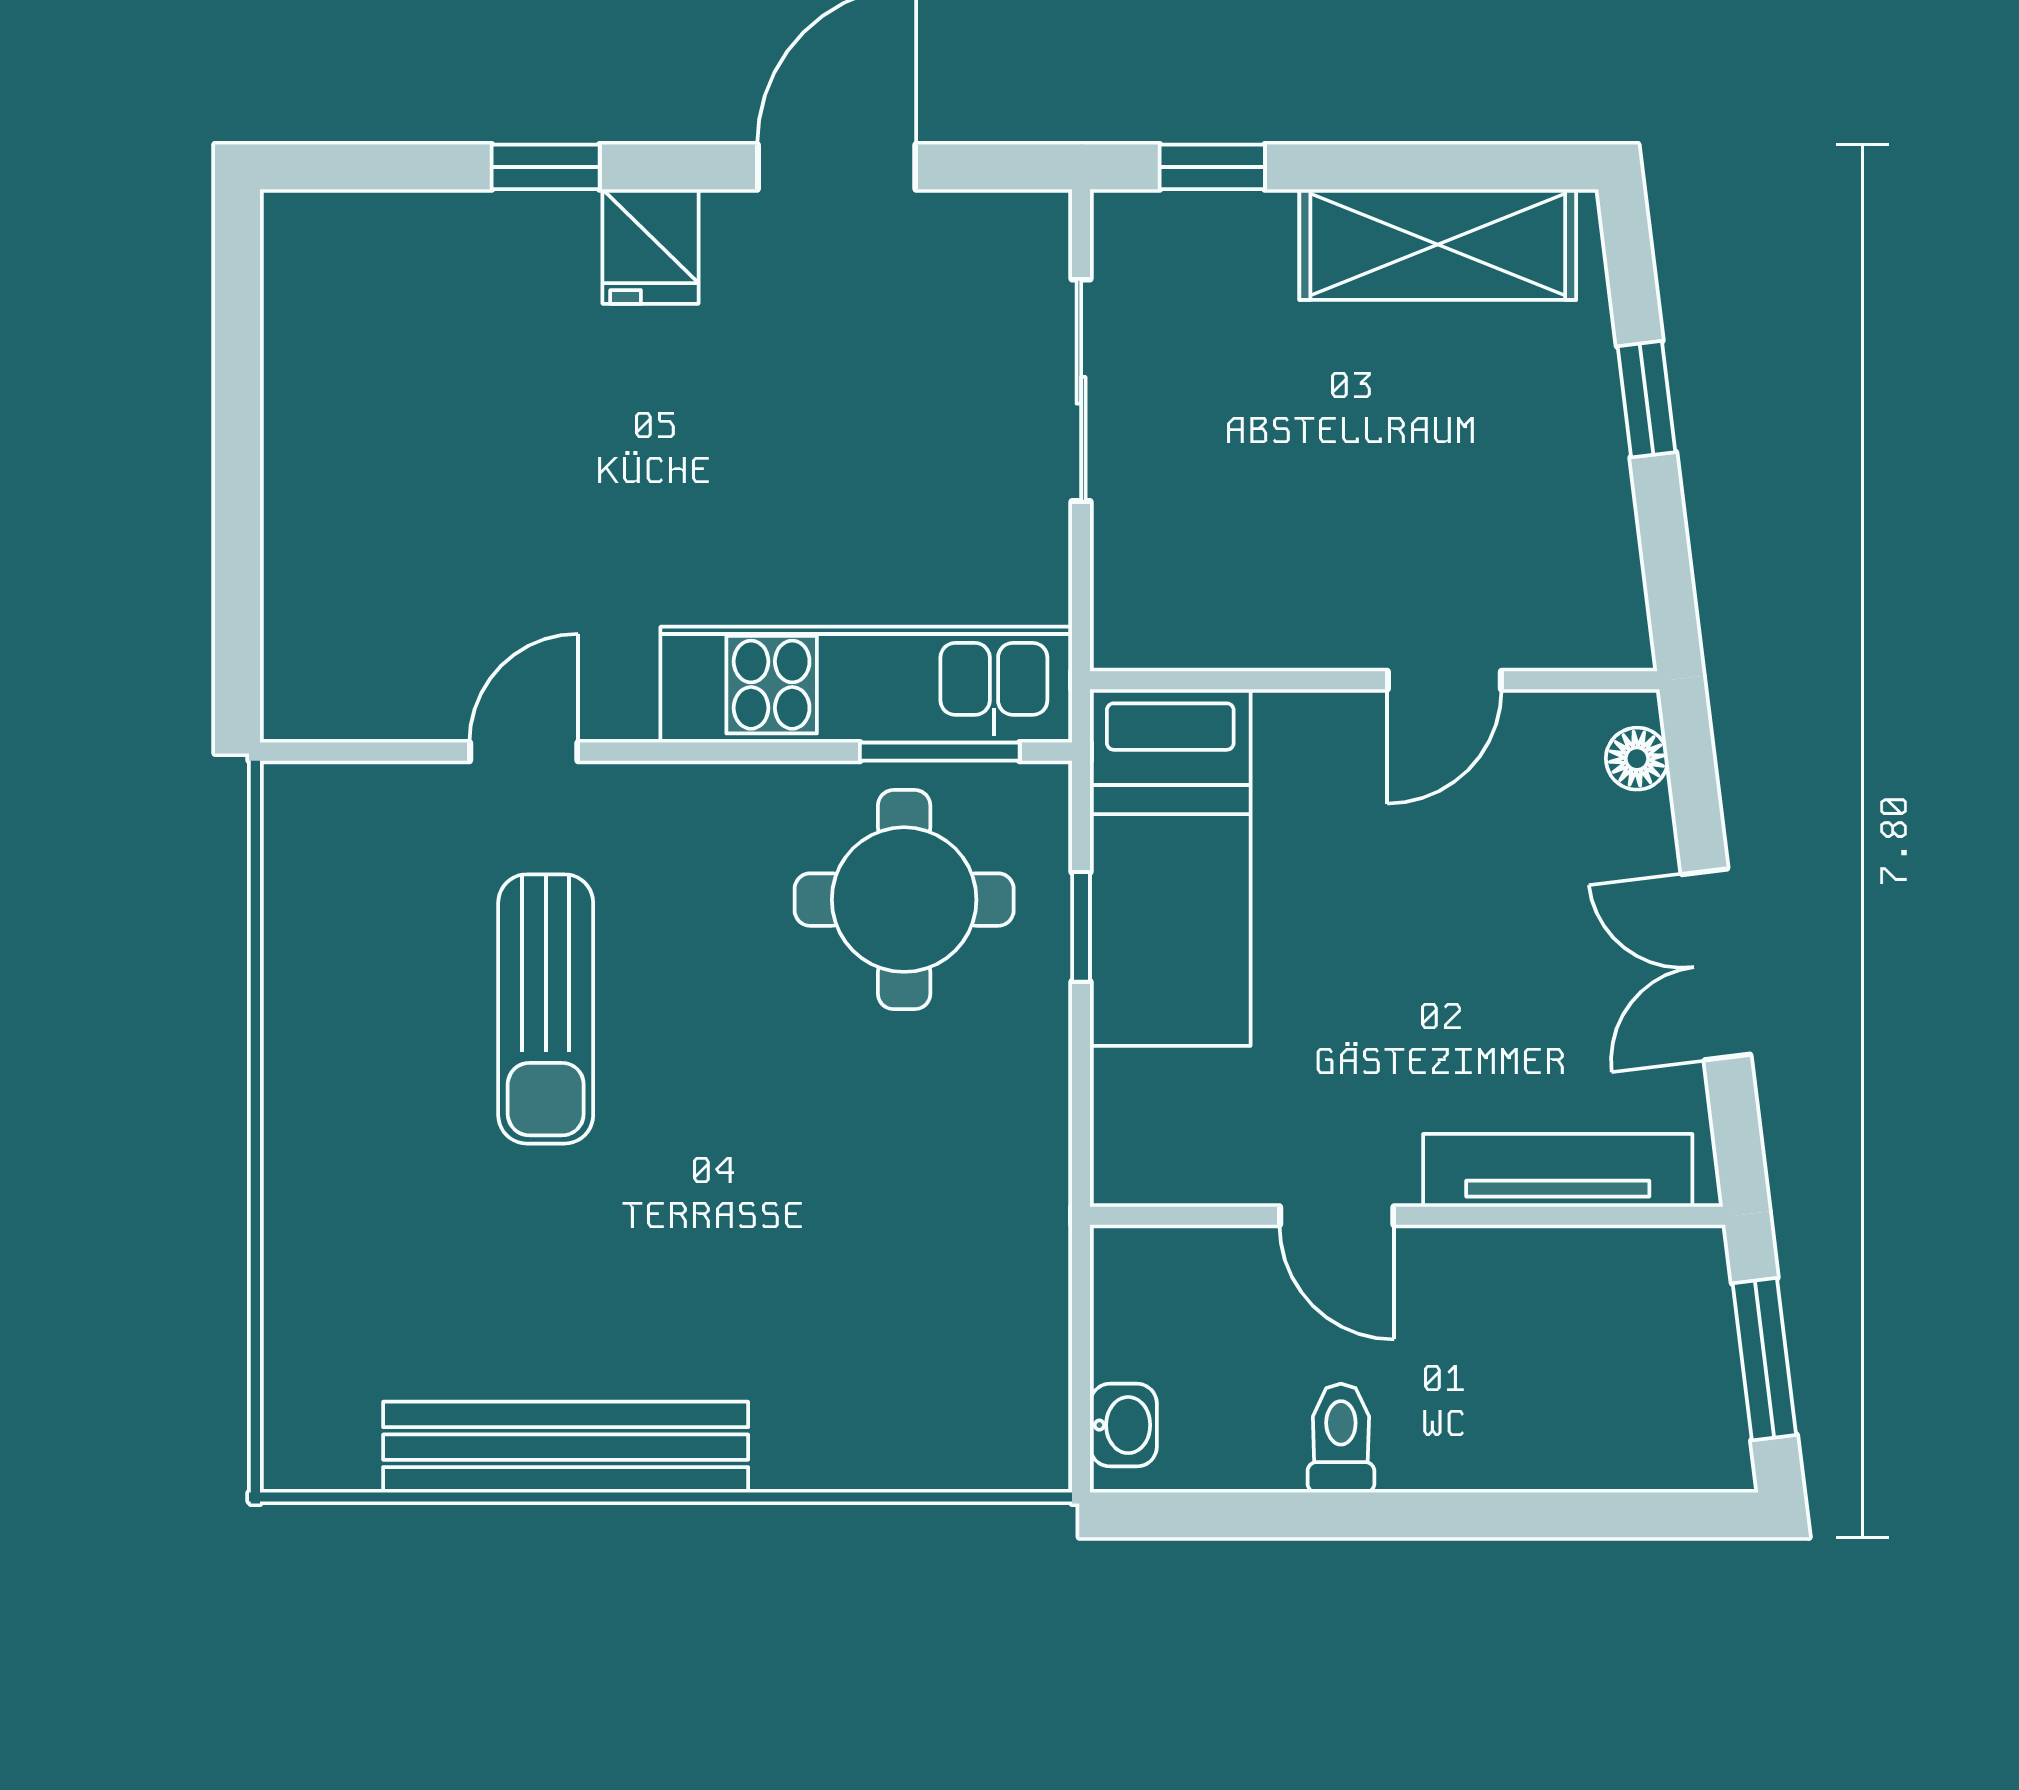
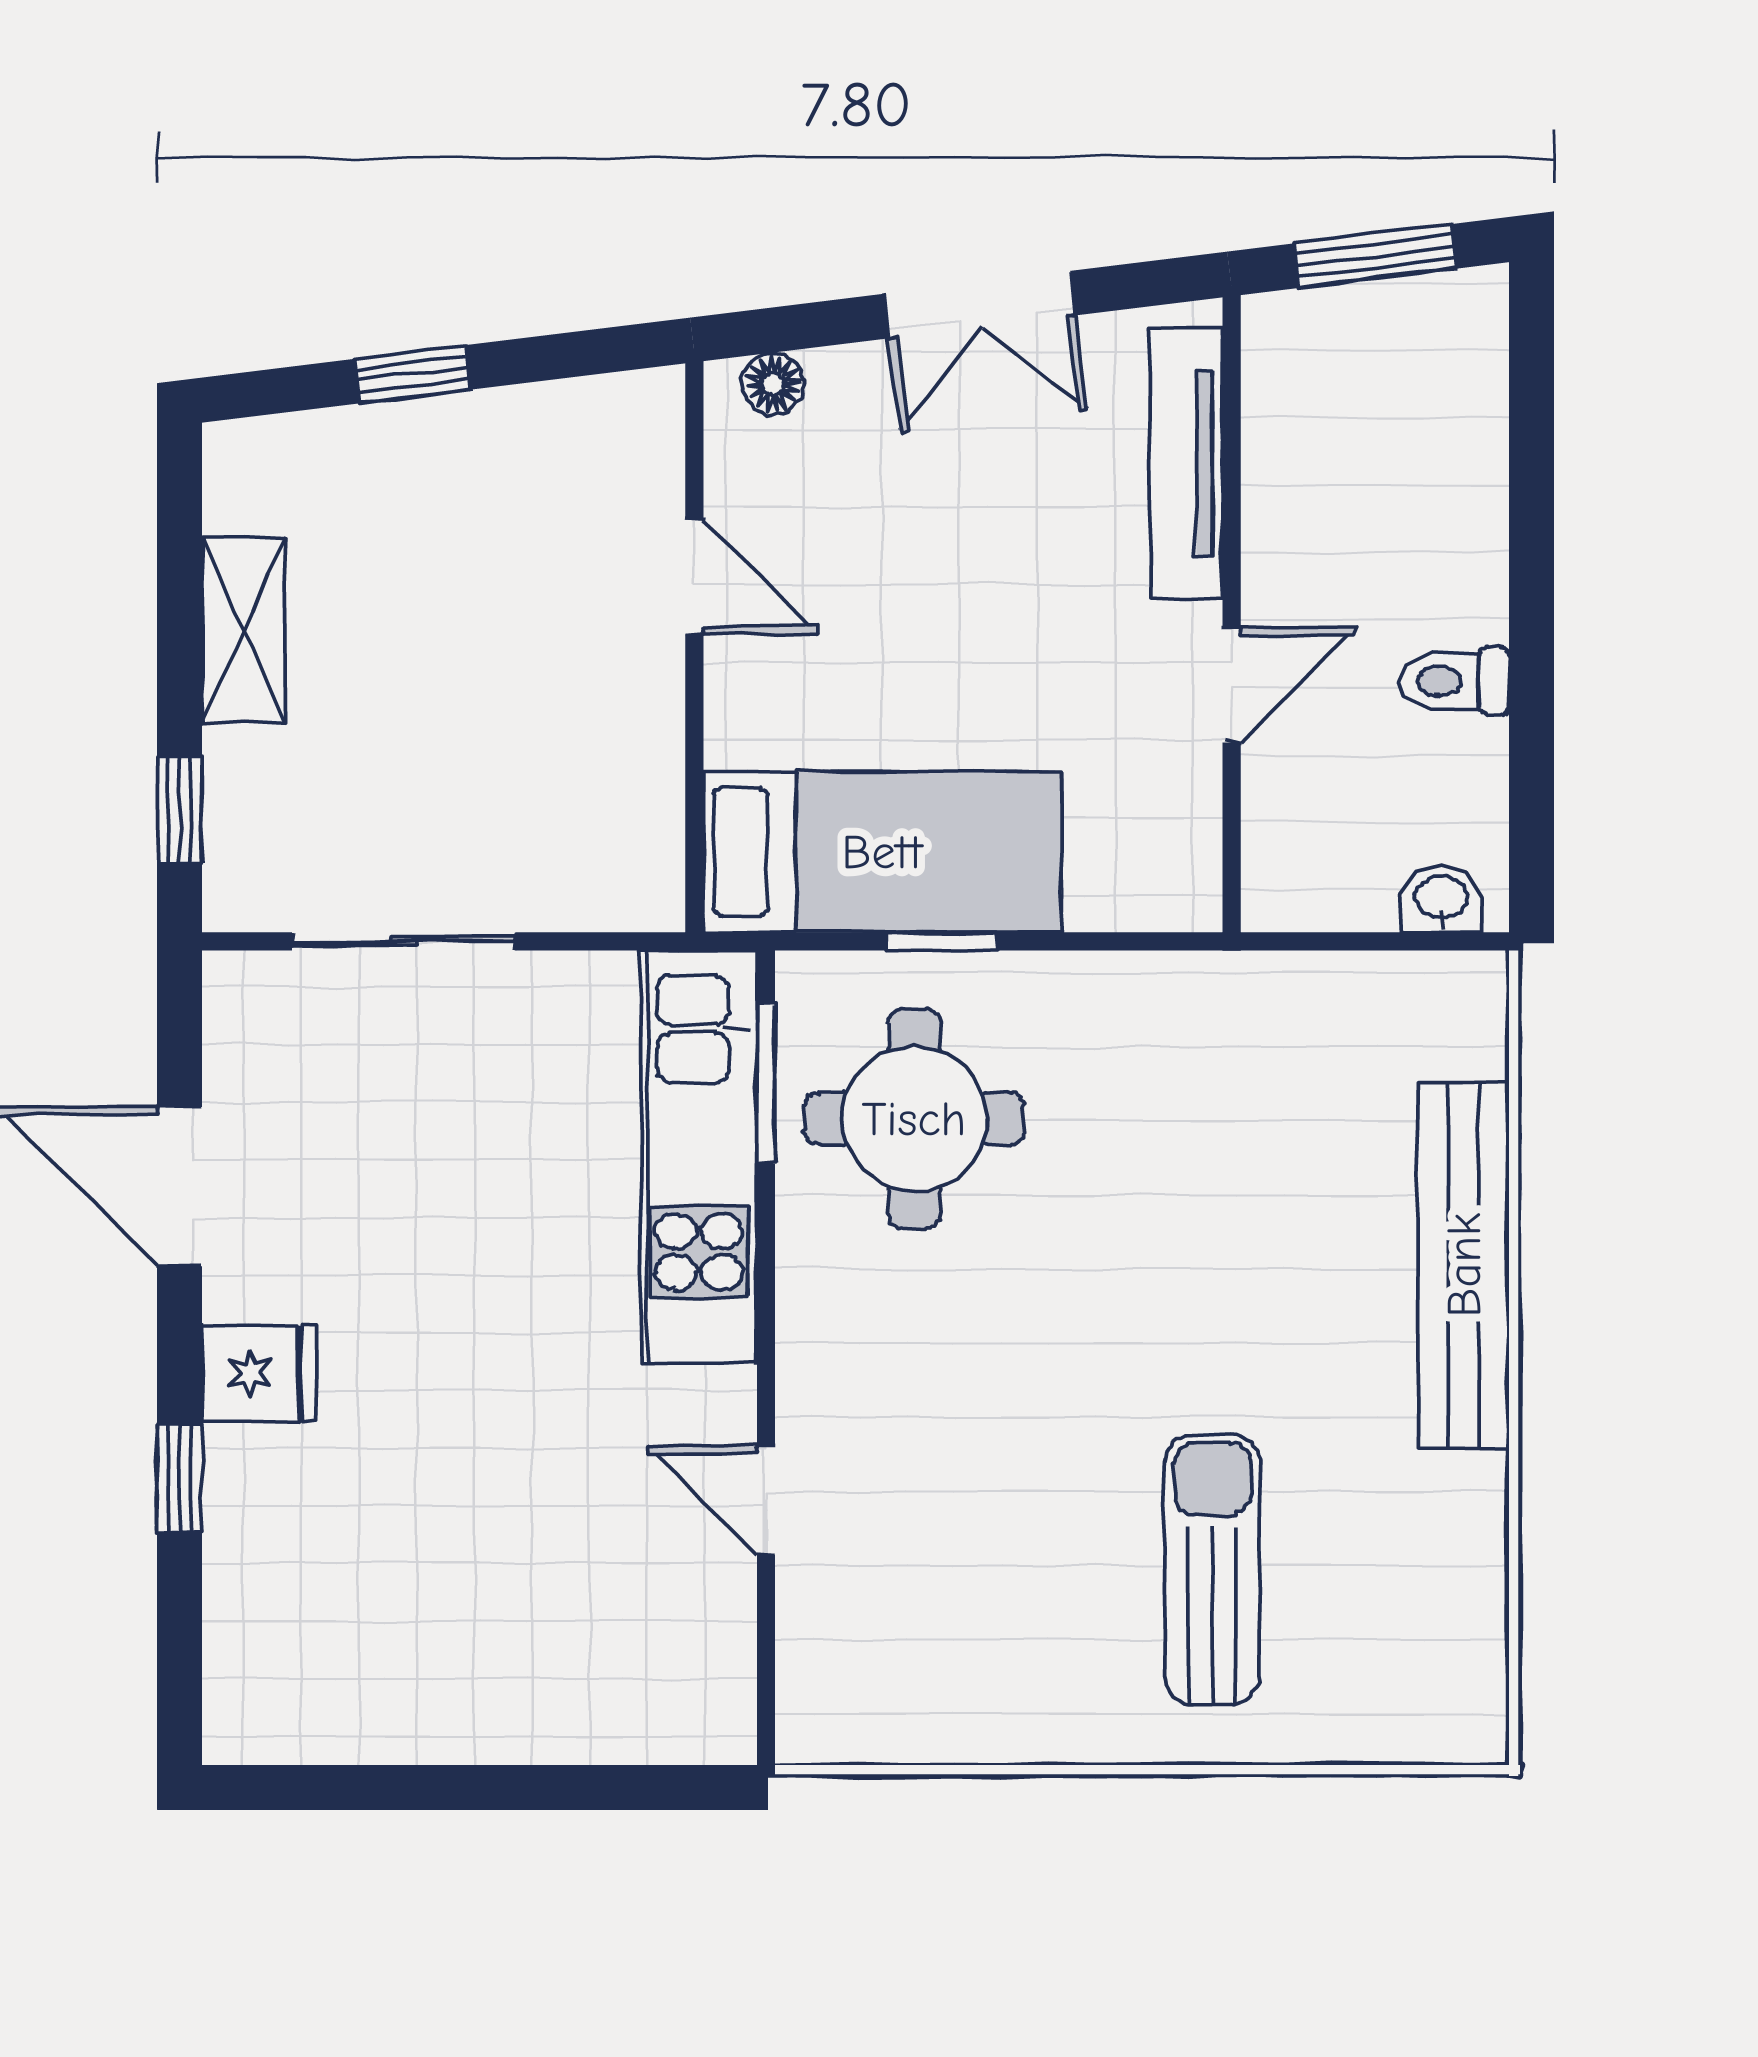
shelving: (1438, 245) -> (244, 630), width x0.67, depth x0.75
sun lounger: (546, 1009) -> (1212, 1569), moved, turned -90
bench: (566, 1447) -> (1464, 1265), moved

